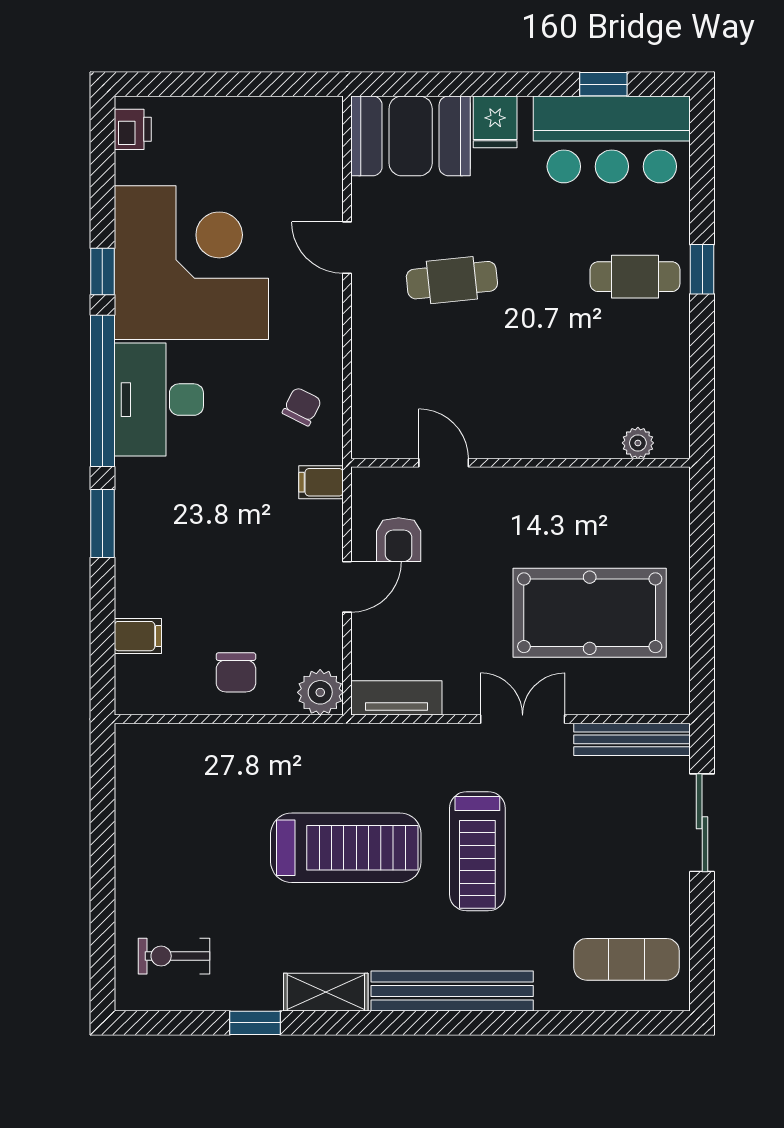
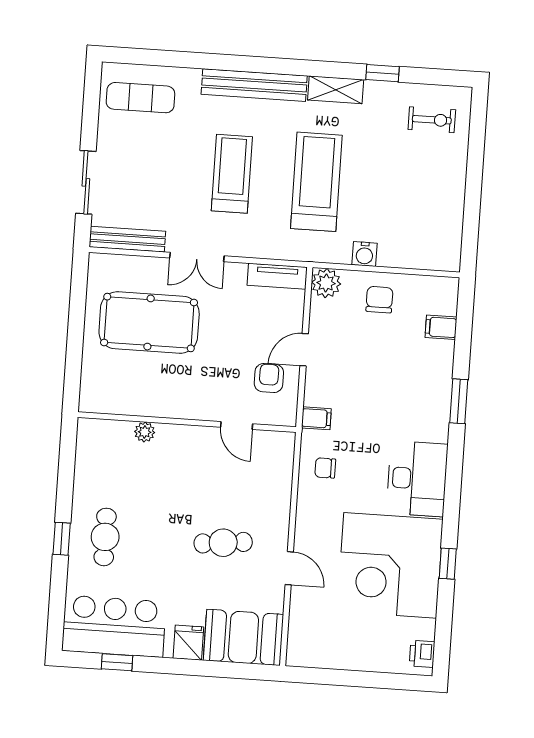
cafe table: (635, 277) -> (105, 537), turned 90
window: (102, 391) -> (453, 487), removed
chair: (302, 406) -> (325, 468), turned 63
plant: (638, 443) -> (145, 432), moved
water cooler: (264, 741) -> (365, 254), added
treadmill: (346, 848) -> (316, 182), turned 90

